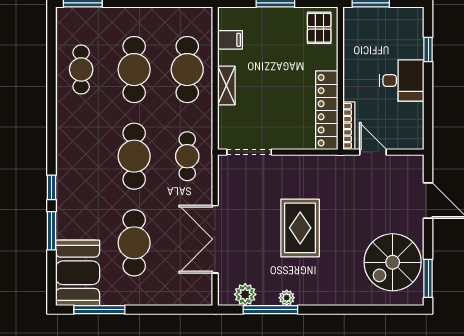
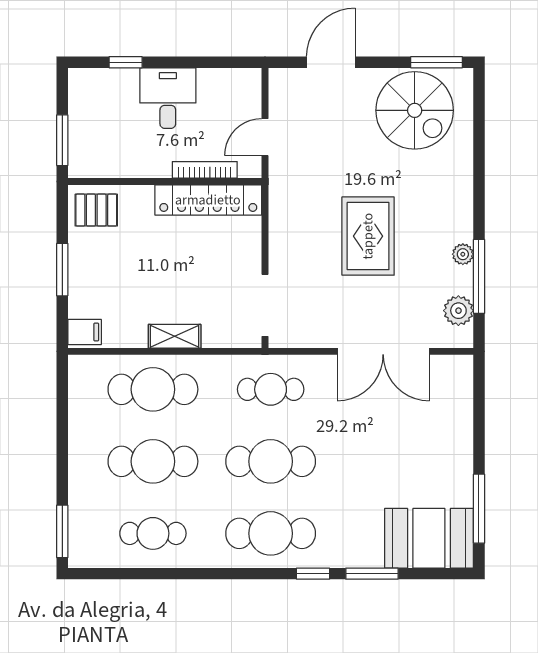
filing cabinet: (230, 40) -> (85, 332), moved, turned 90
bookcase: (349, 126) -> (205, 170), moved
rug: (300, 228) -> (368, 236), turned 90
cafe table: (134, 243) -> (271, 533), moved

